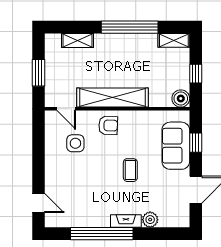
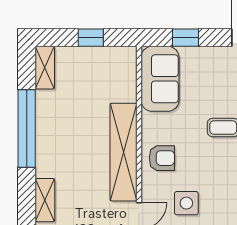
boiler: (181, 99) -> (125, 58), removed
armchair: (108, 125) -> (162, 158), turned 88
sofa: (176, 146) -> (160, 79), moved, turned -90

